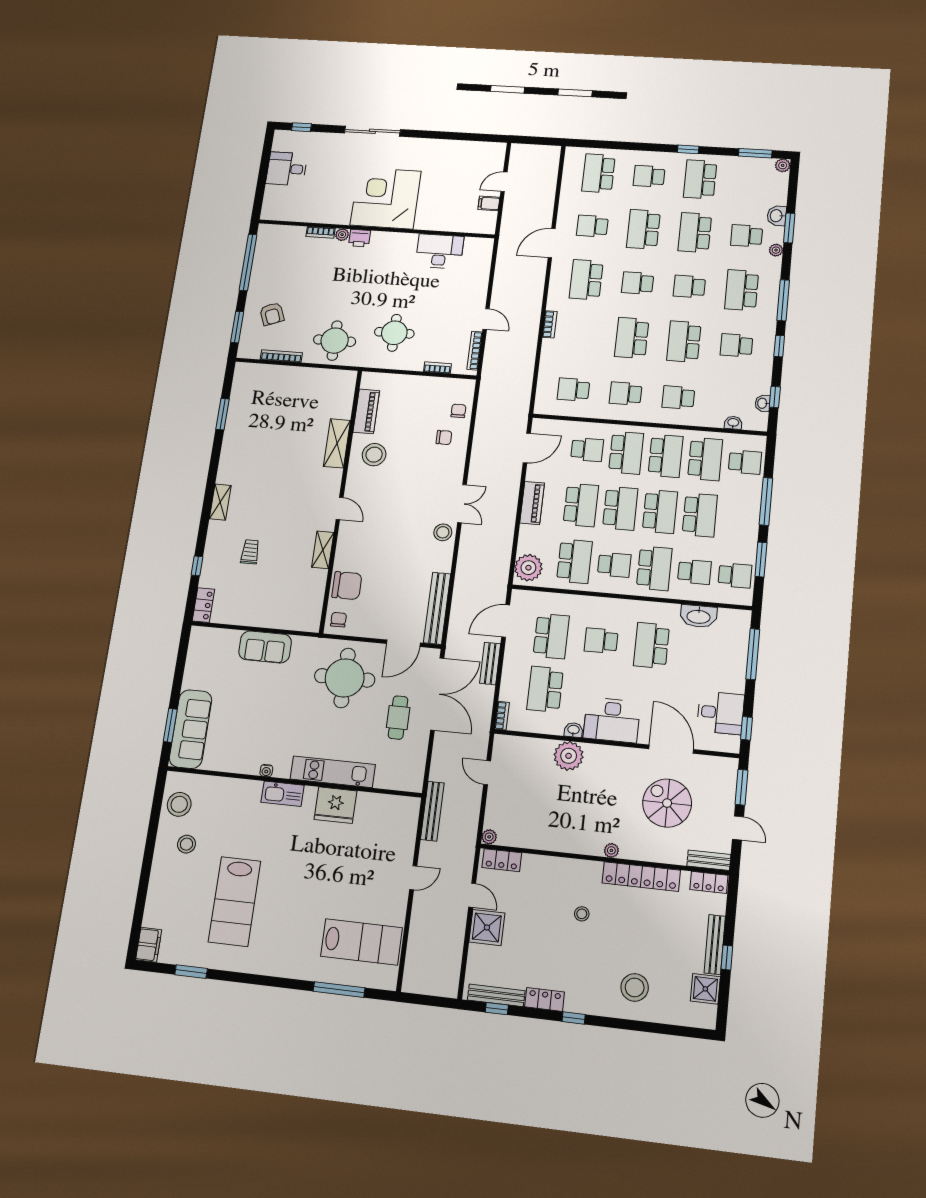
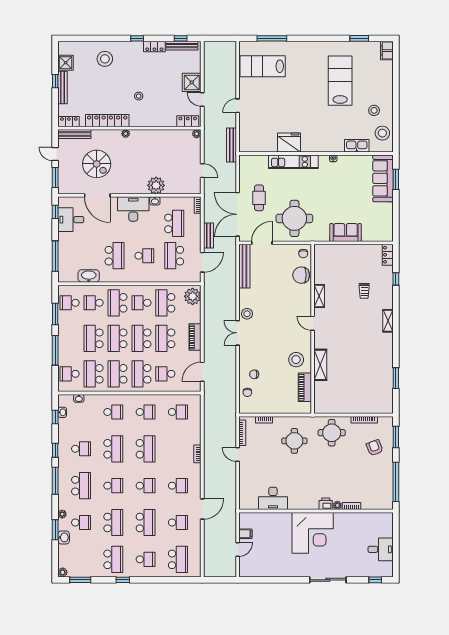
school desk: (586, 280) -> (178, 486), width x0.54
kitchen sink: (283, 794) -> (357, 146), moved
bench: (709, 860) -> (74, 134), width x1.36

